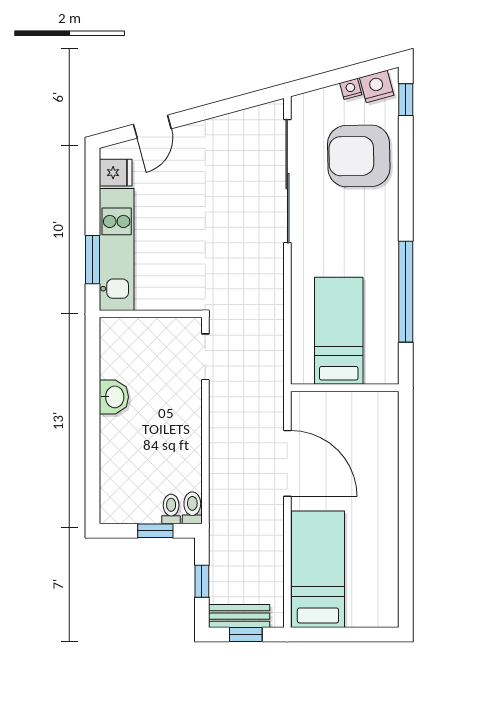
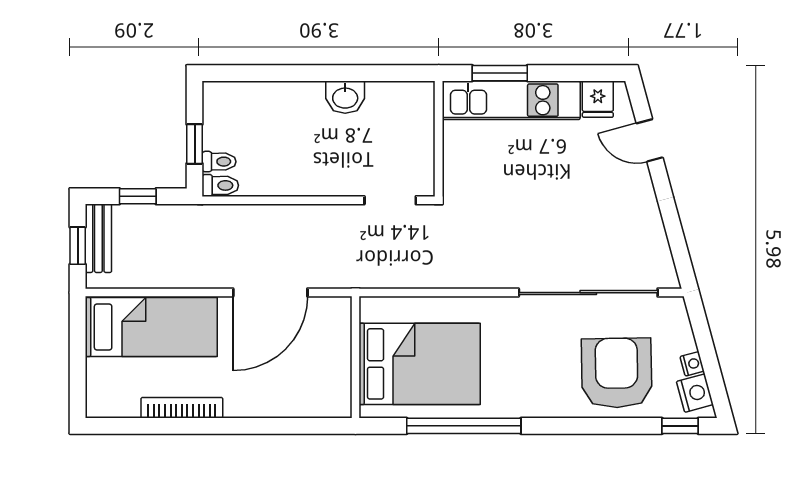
bed: (339, 331) -> (420, 364), width x1.50
bookcase: (390, 542) -> (182, 408), added

